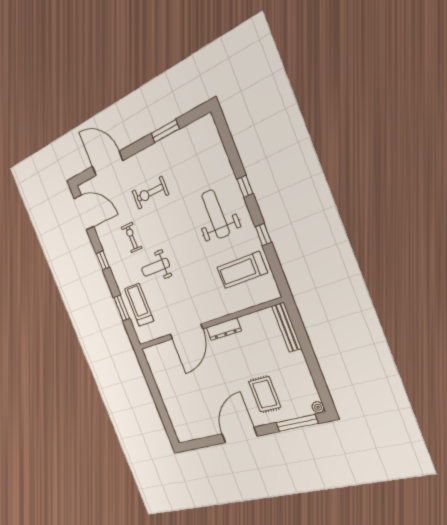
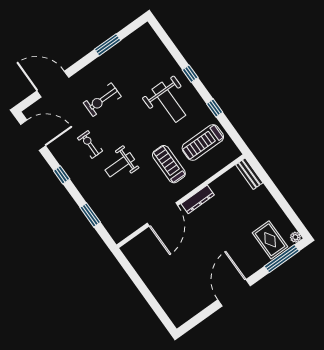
weight bench: (216, 214) -> (169, 102), turned 180
treadmill: (139, 305) -> (169, 164), moved
bench: (287, 327) -> (249, 174), width x0.73
rug: (265, 394) -> (270, 240), moved

